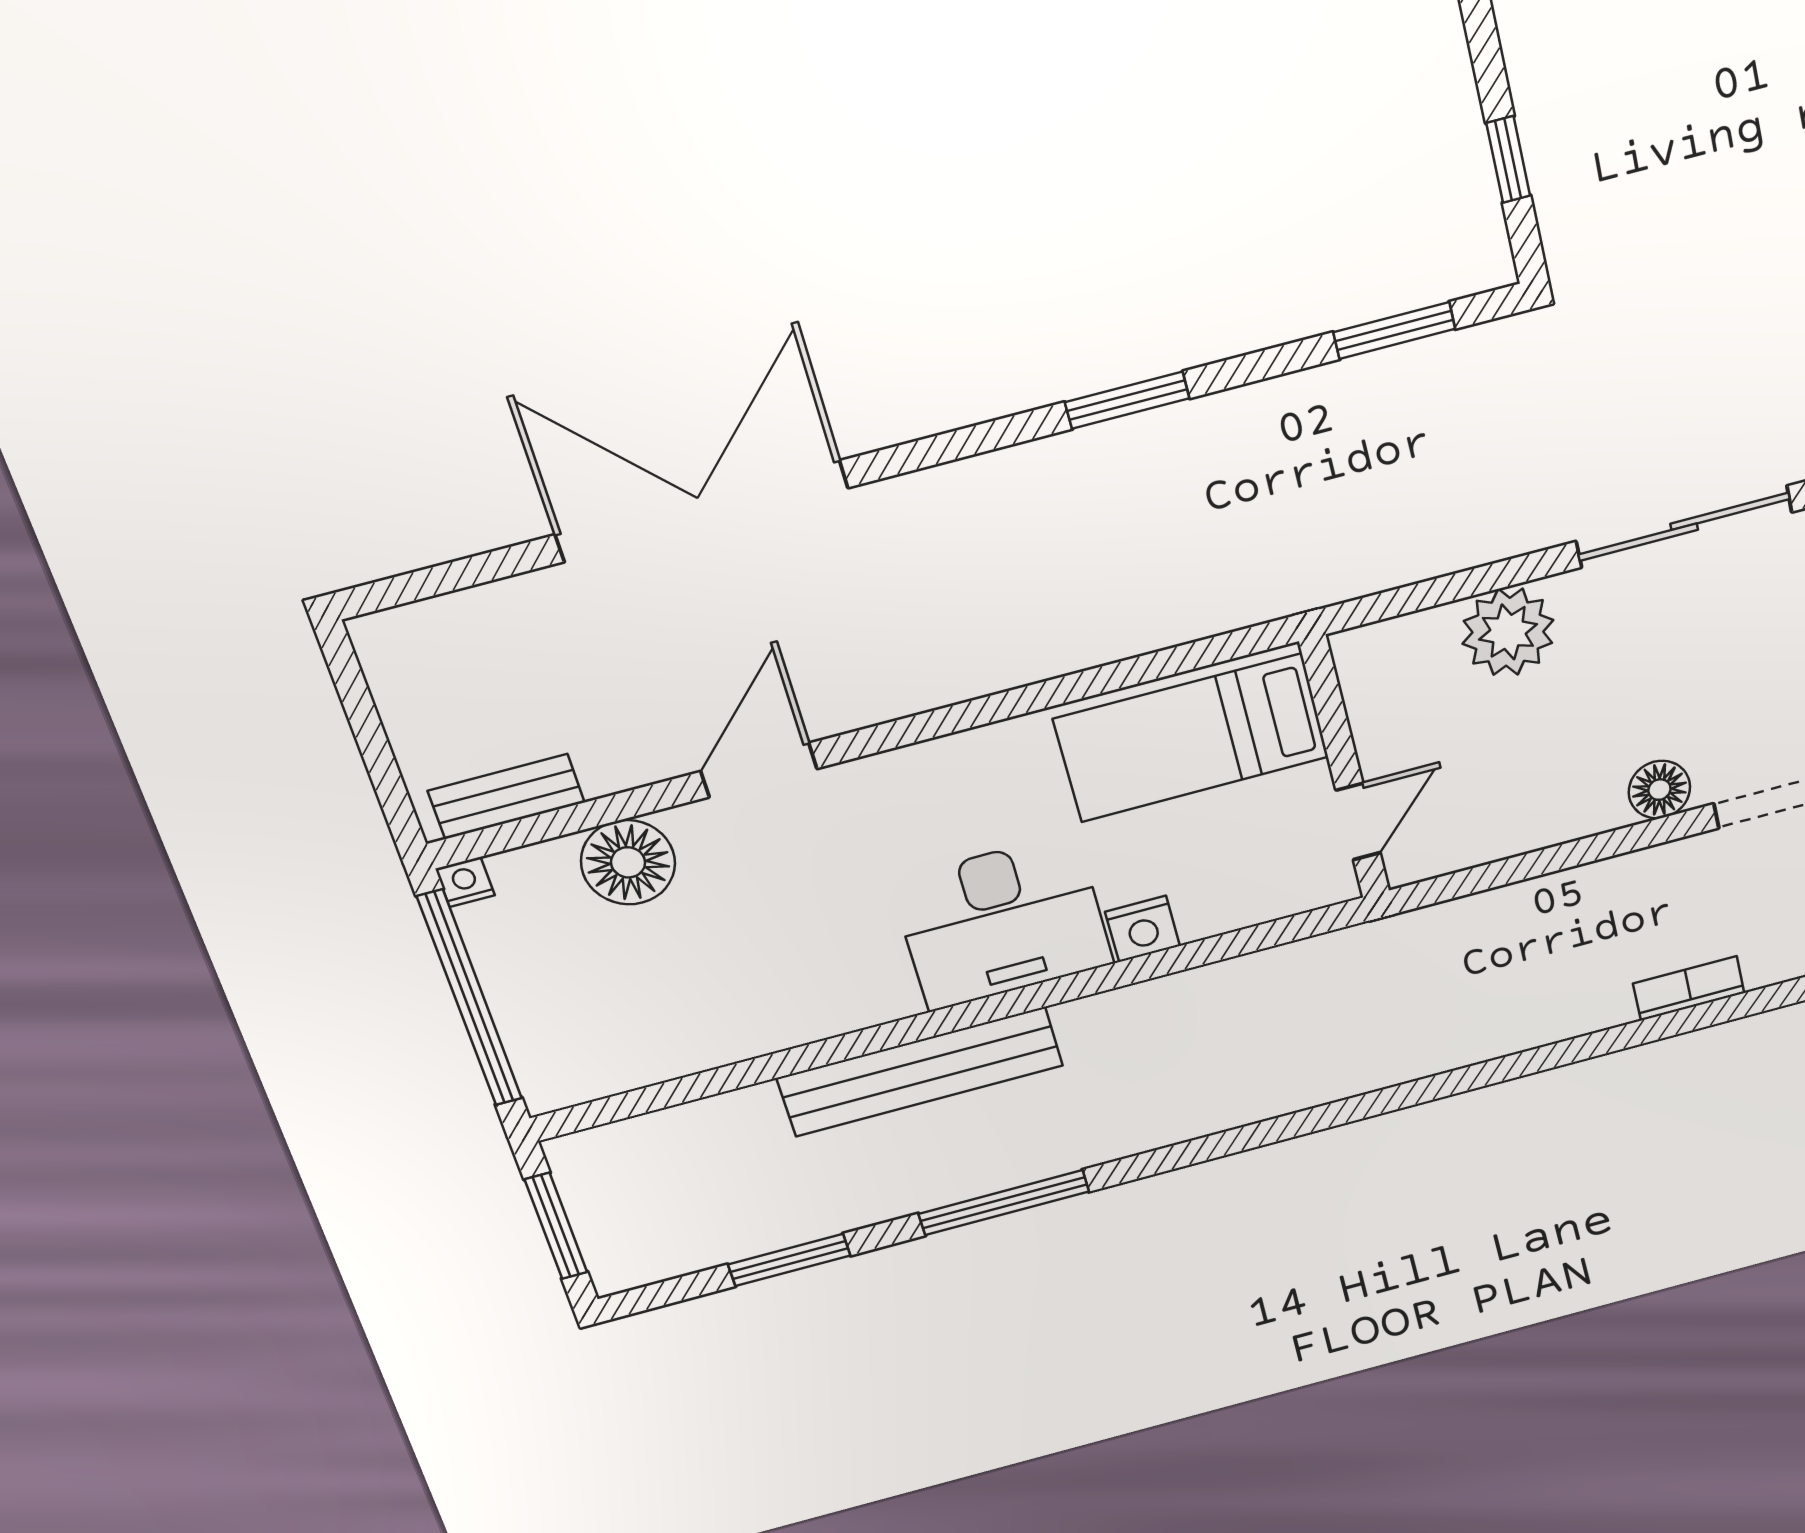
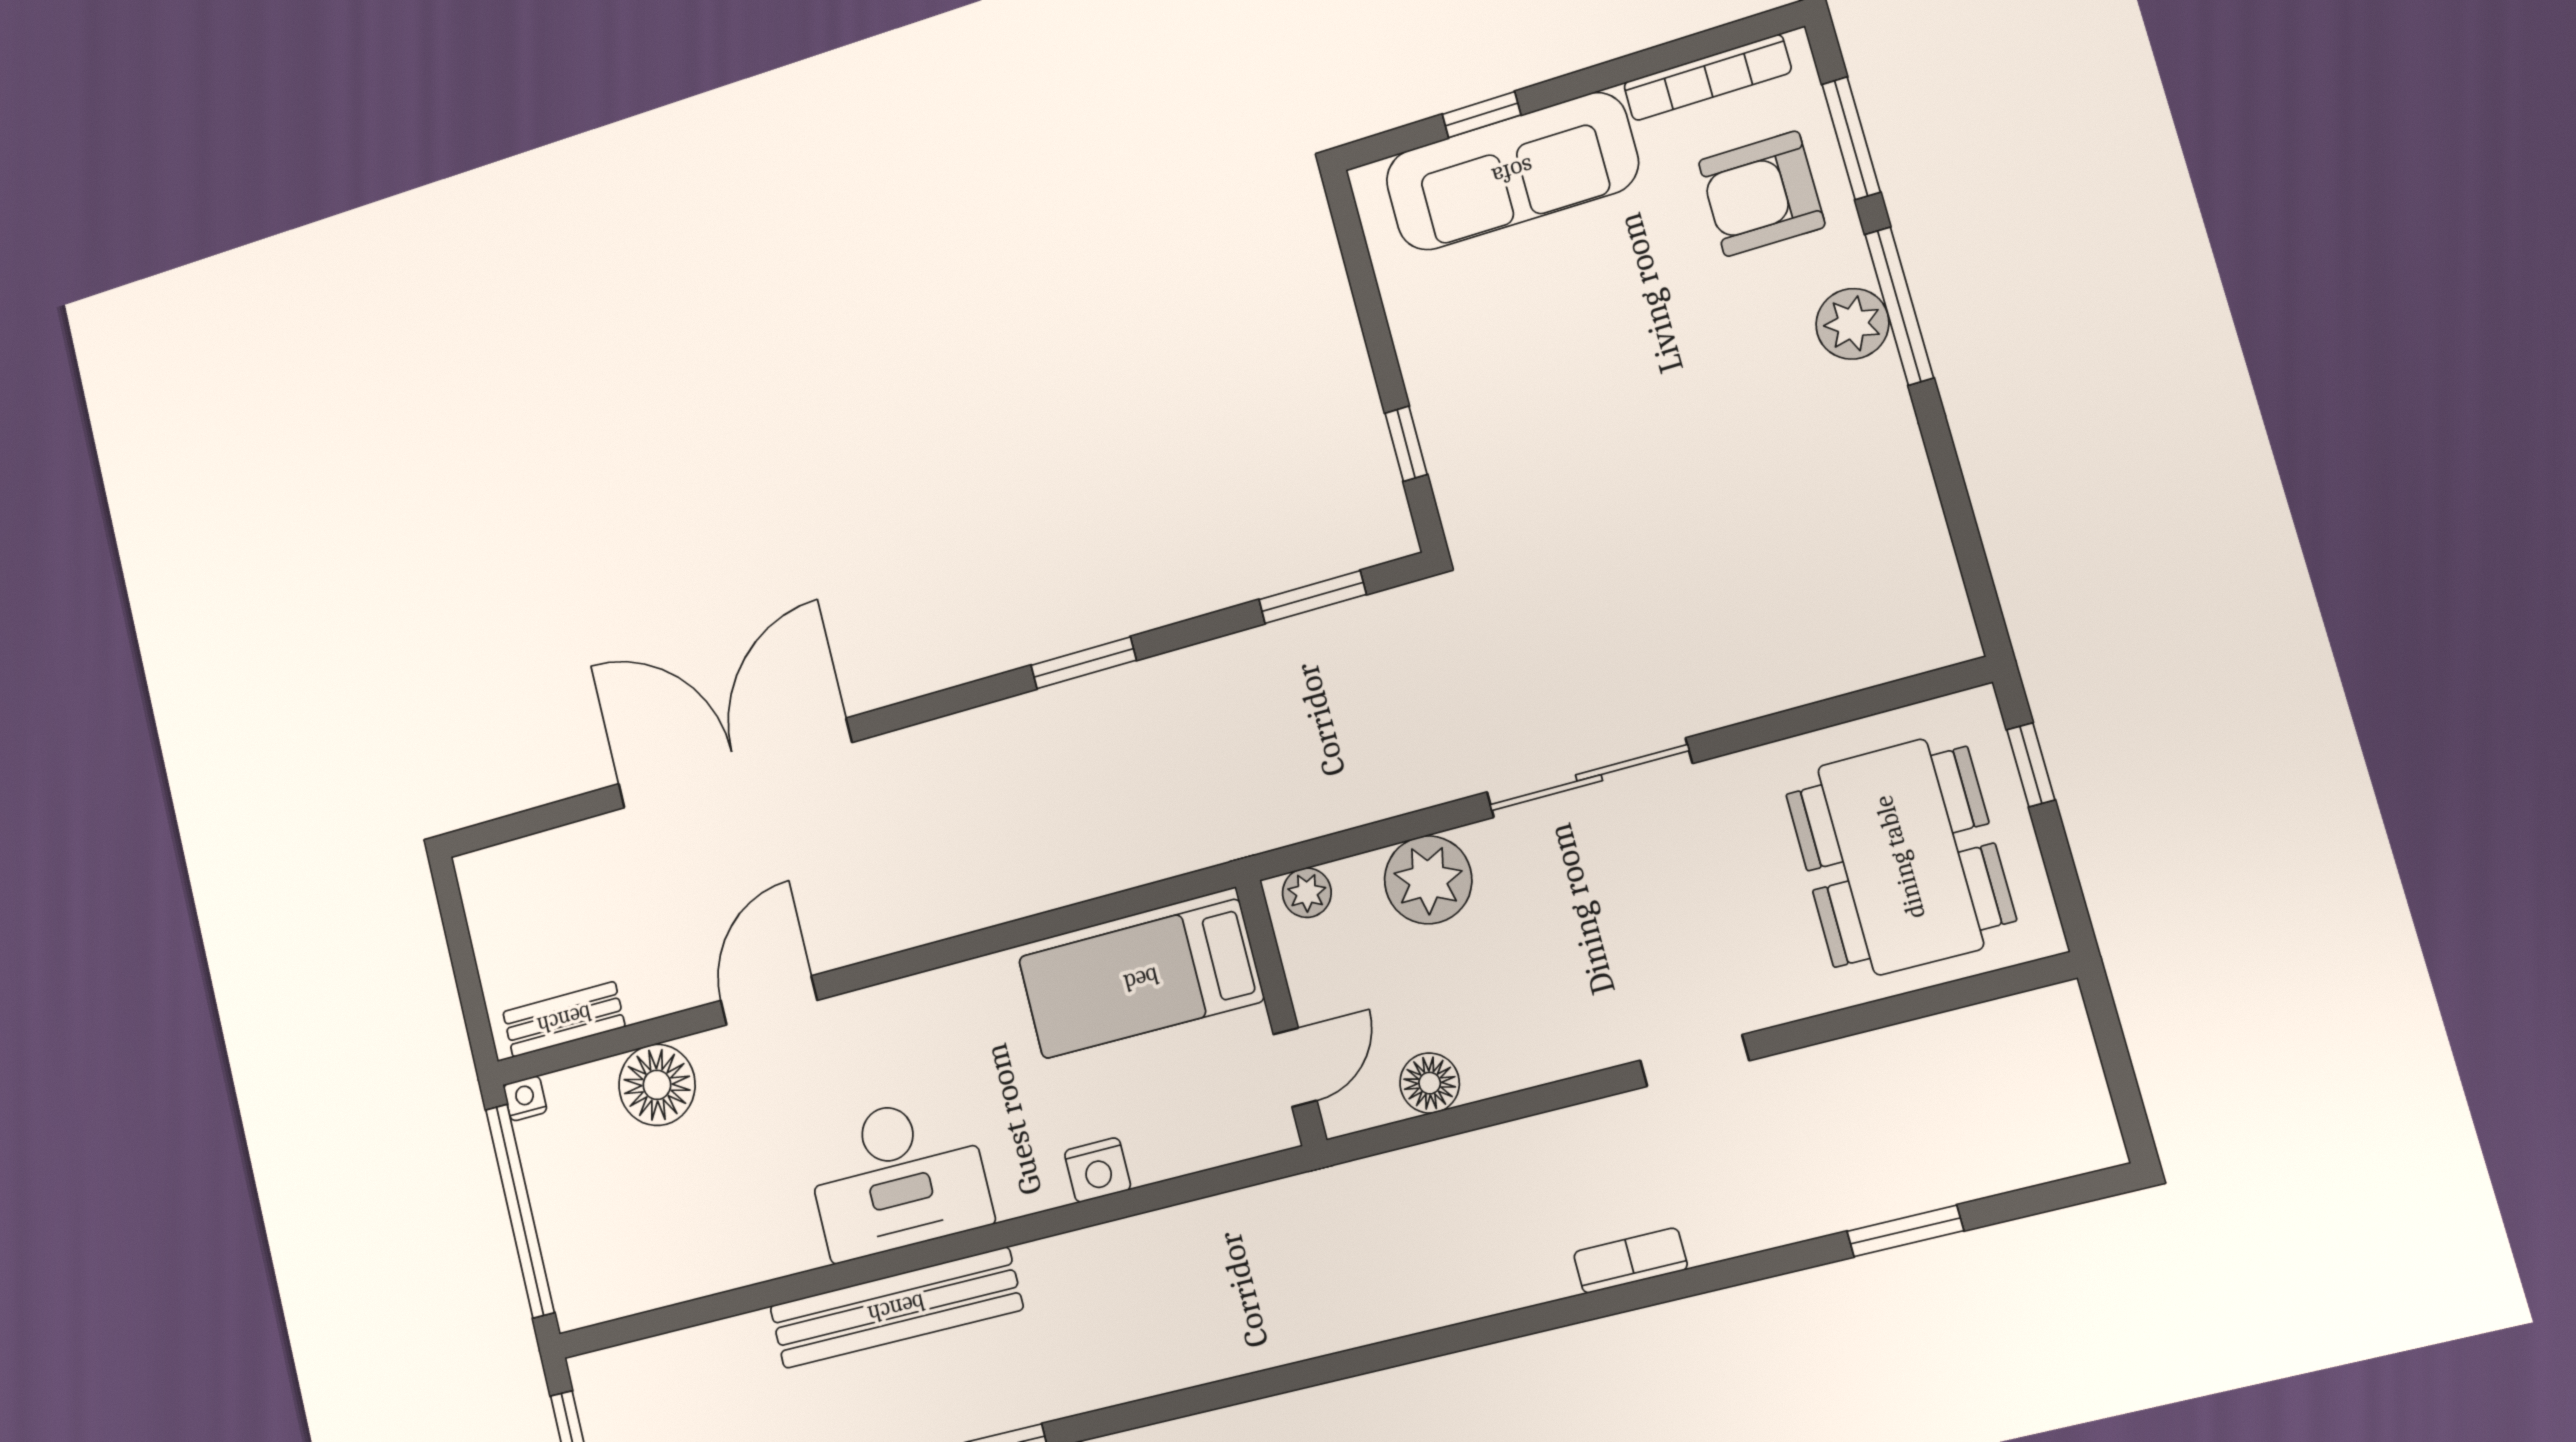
plant: (1377, 647) -> (1307, 893), added
floor lamp: (1659, 790) -> (1430, 1083), moved
desk: (1002, 922) -> (898, 1176), moved

